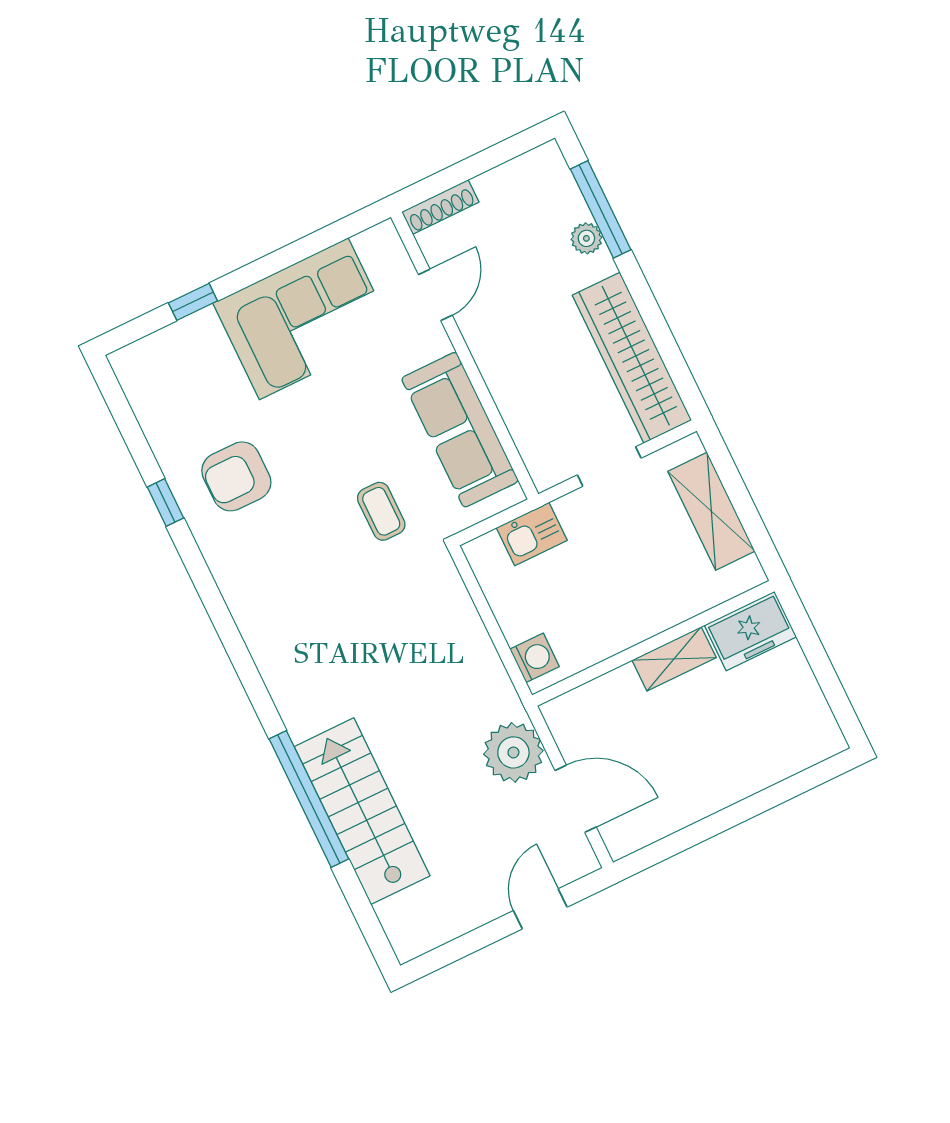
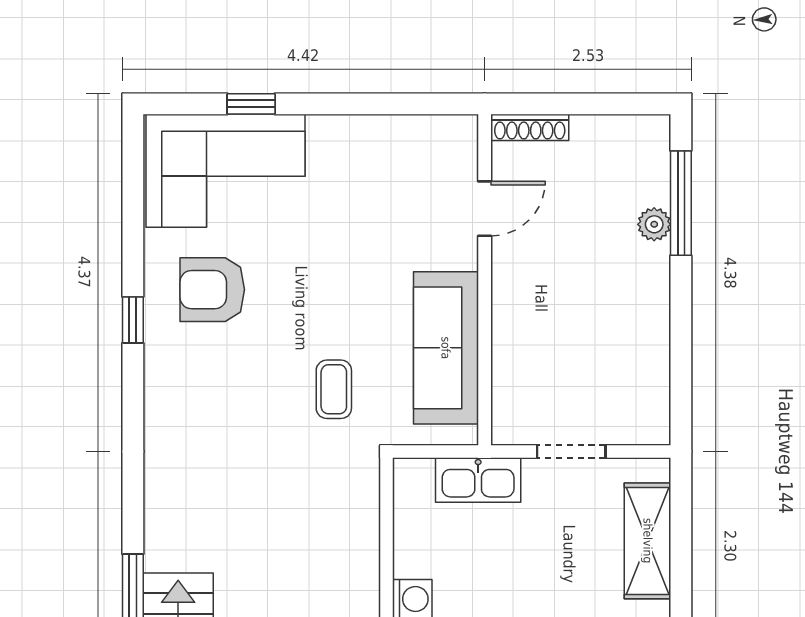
corner sofa: (304, 319) -> (226, 171), moved
wardrobe: (632, 358) -> (643, 359), removed
window: (165, 503) -> (133, 320), moved
kitchen sink: (532, 534) -> (478, 480), width x1.38

